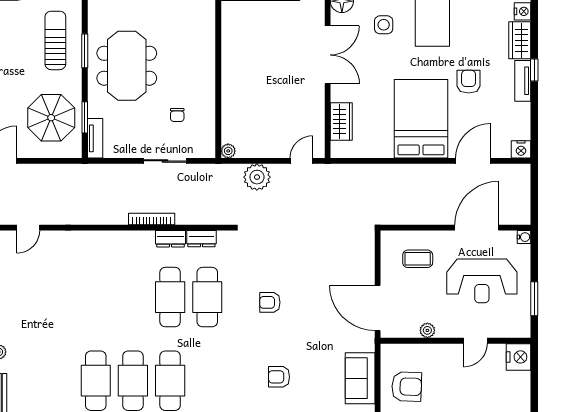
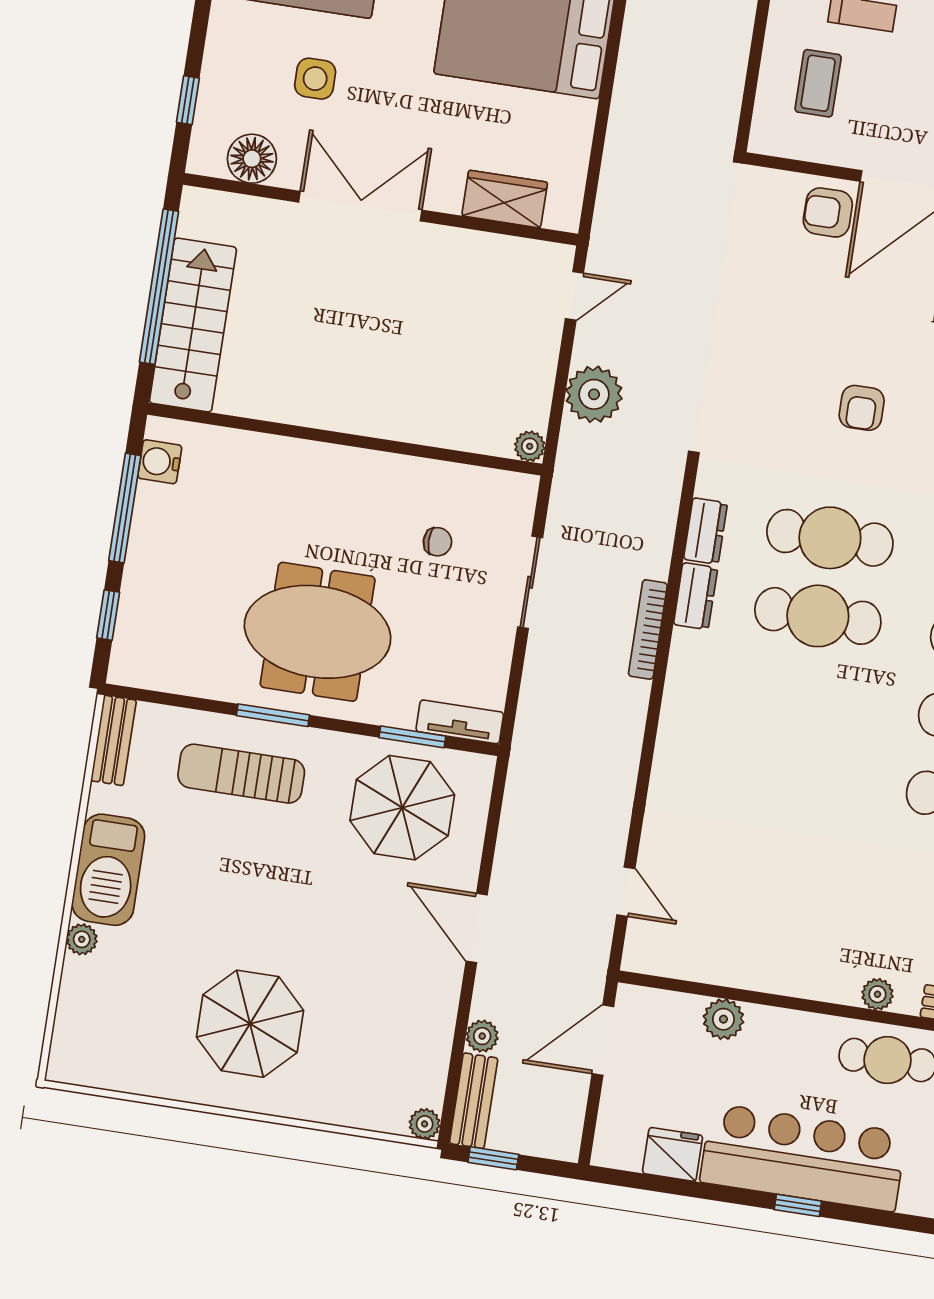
door: (301, 161) -> (574, 296), swing flipped
armchair: (358, 273) -> (828, 212), added

